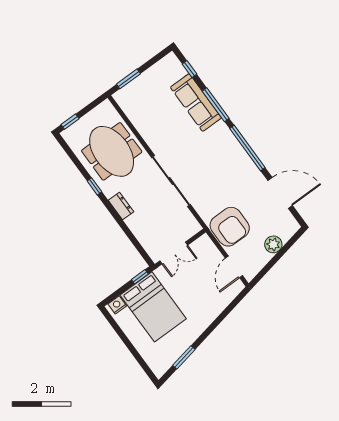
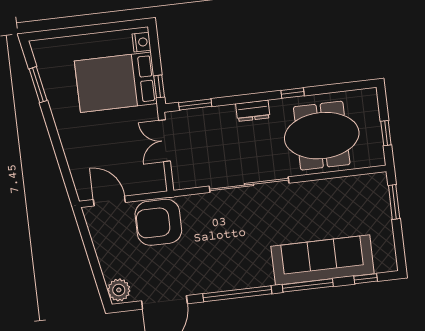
sofa: (196, 103) -> (323, 260), width x1.36, depth x1.27
window: (70, 122) -> (386, 133), moved
plant: (273, 244) -> (119, 290), moved
window: (138, 246) -> (195, 105), added

